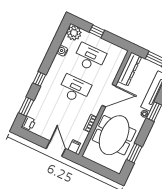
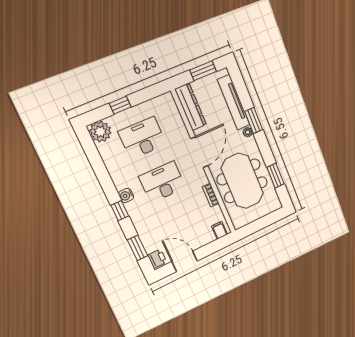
water cooler: (62, 51) -> (126, 195), moved
door: (56, 149) -> (185, 261), moved

